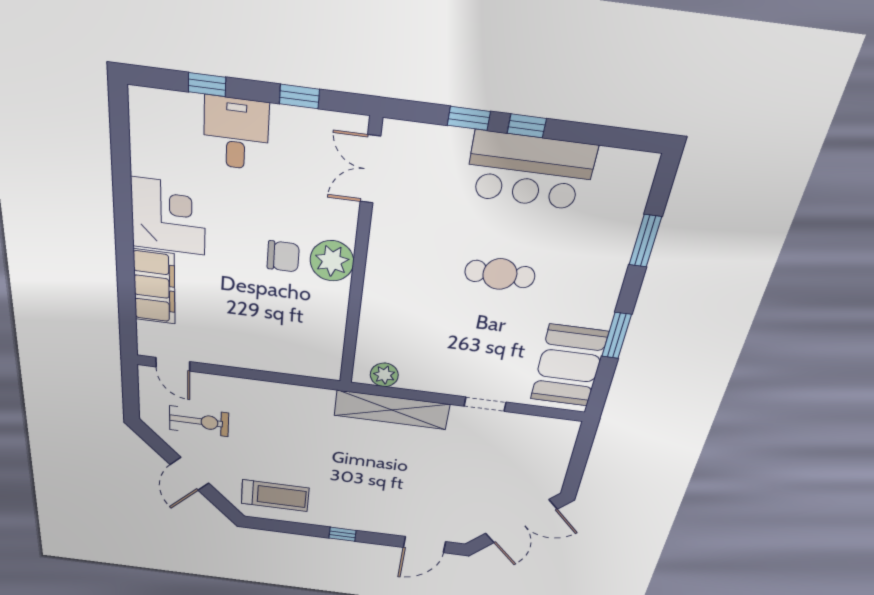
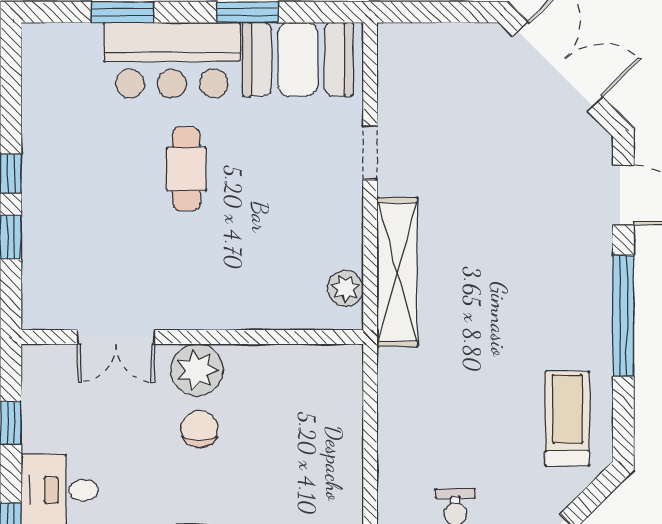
double door: (370, 169) -> (116, 337), moved
bar counter: (530, 171) -> (172, 60), moved, turned 90
window: (343, 534) -> (623, 316), width x3.17

